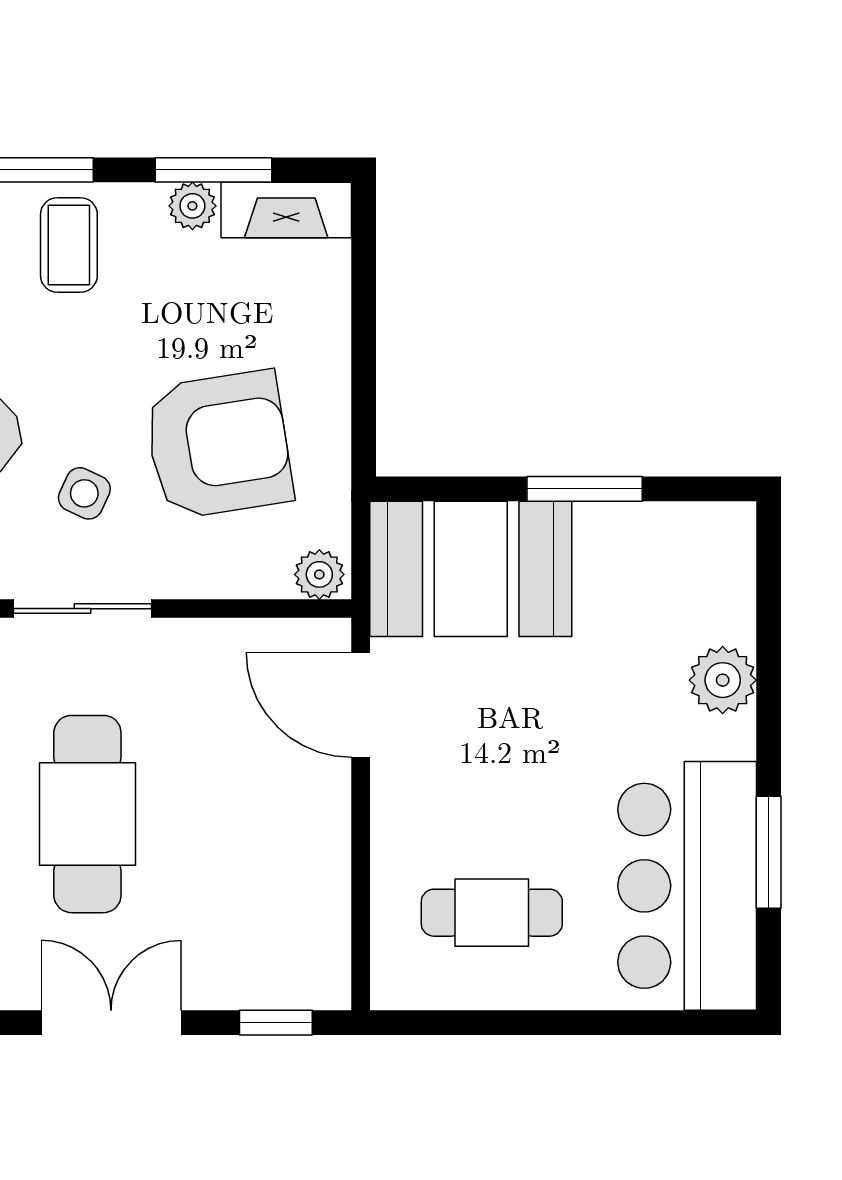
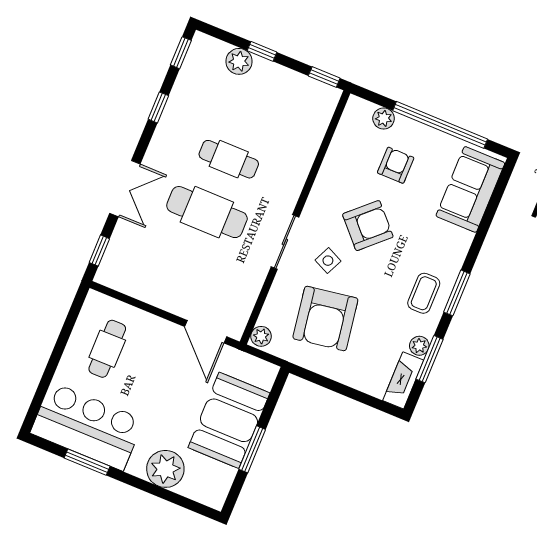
coffee table: (69, 245) -> (424, 293), turned 90
booth: (471, 569) -> (229, 420), moved
plant: (723, 680) -> (165, 469), width x1.36, depth x1.36
door: (361, 705) -> (206, 332), swing flipped

